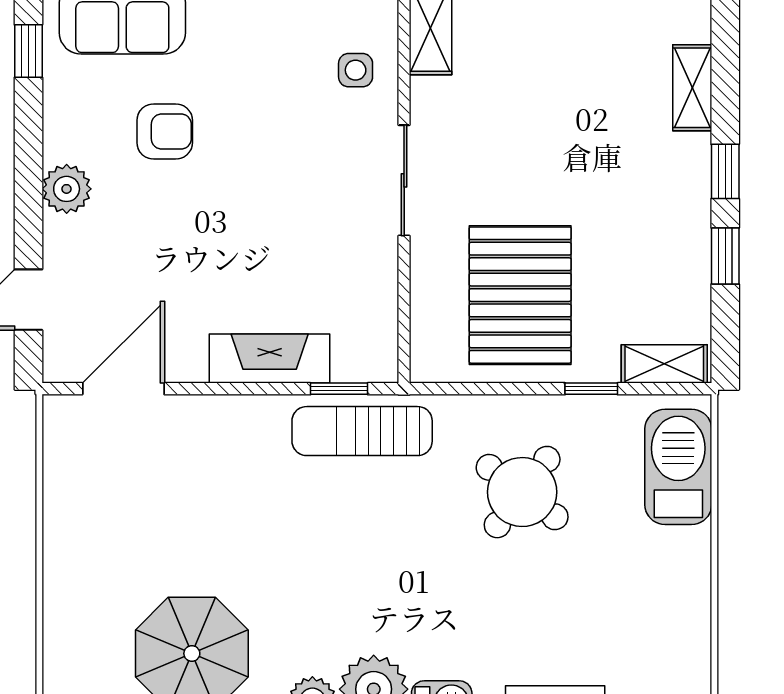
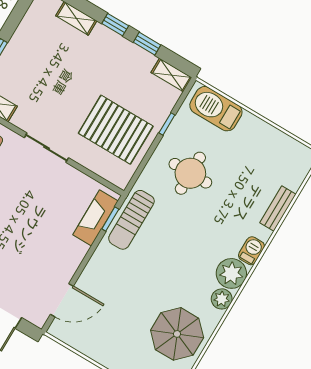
fireplace: (270, 358) -> (96, 218), moved
shelving: (664, 364) -> (171, 75), moved, turned 90
door: (123, 389) -> (62, 300), swing flipped
round table: (522, 492) -> (190, 173), turned -37

